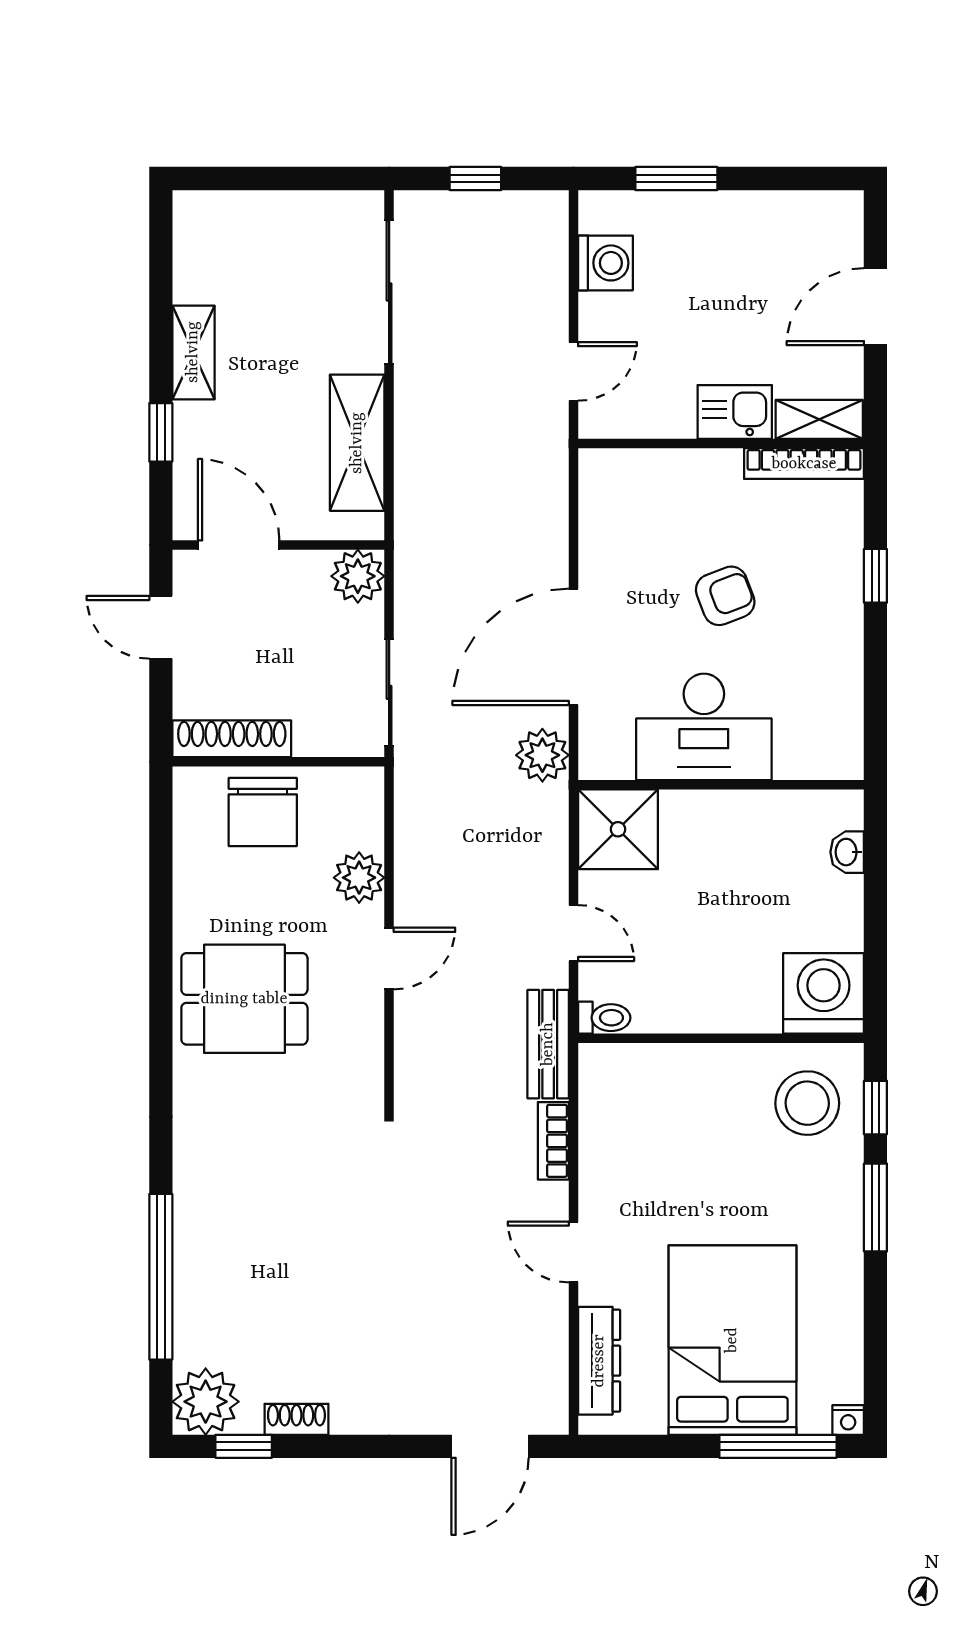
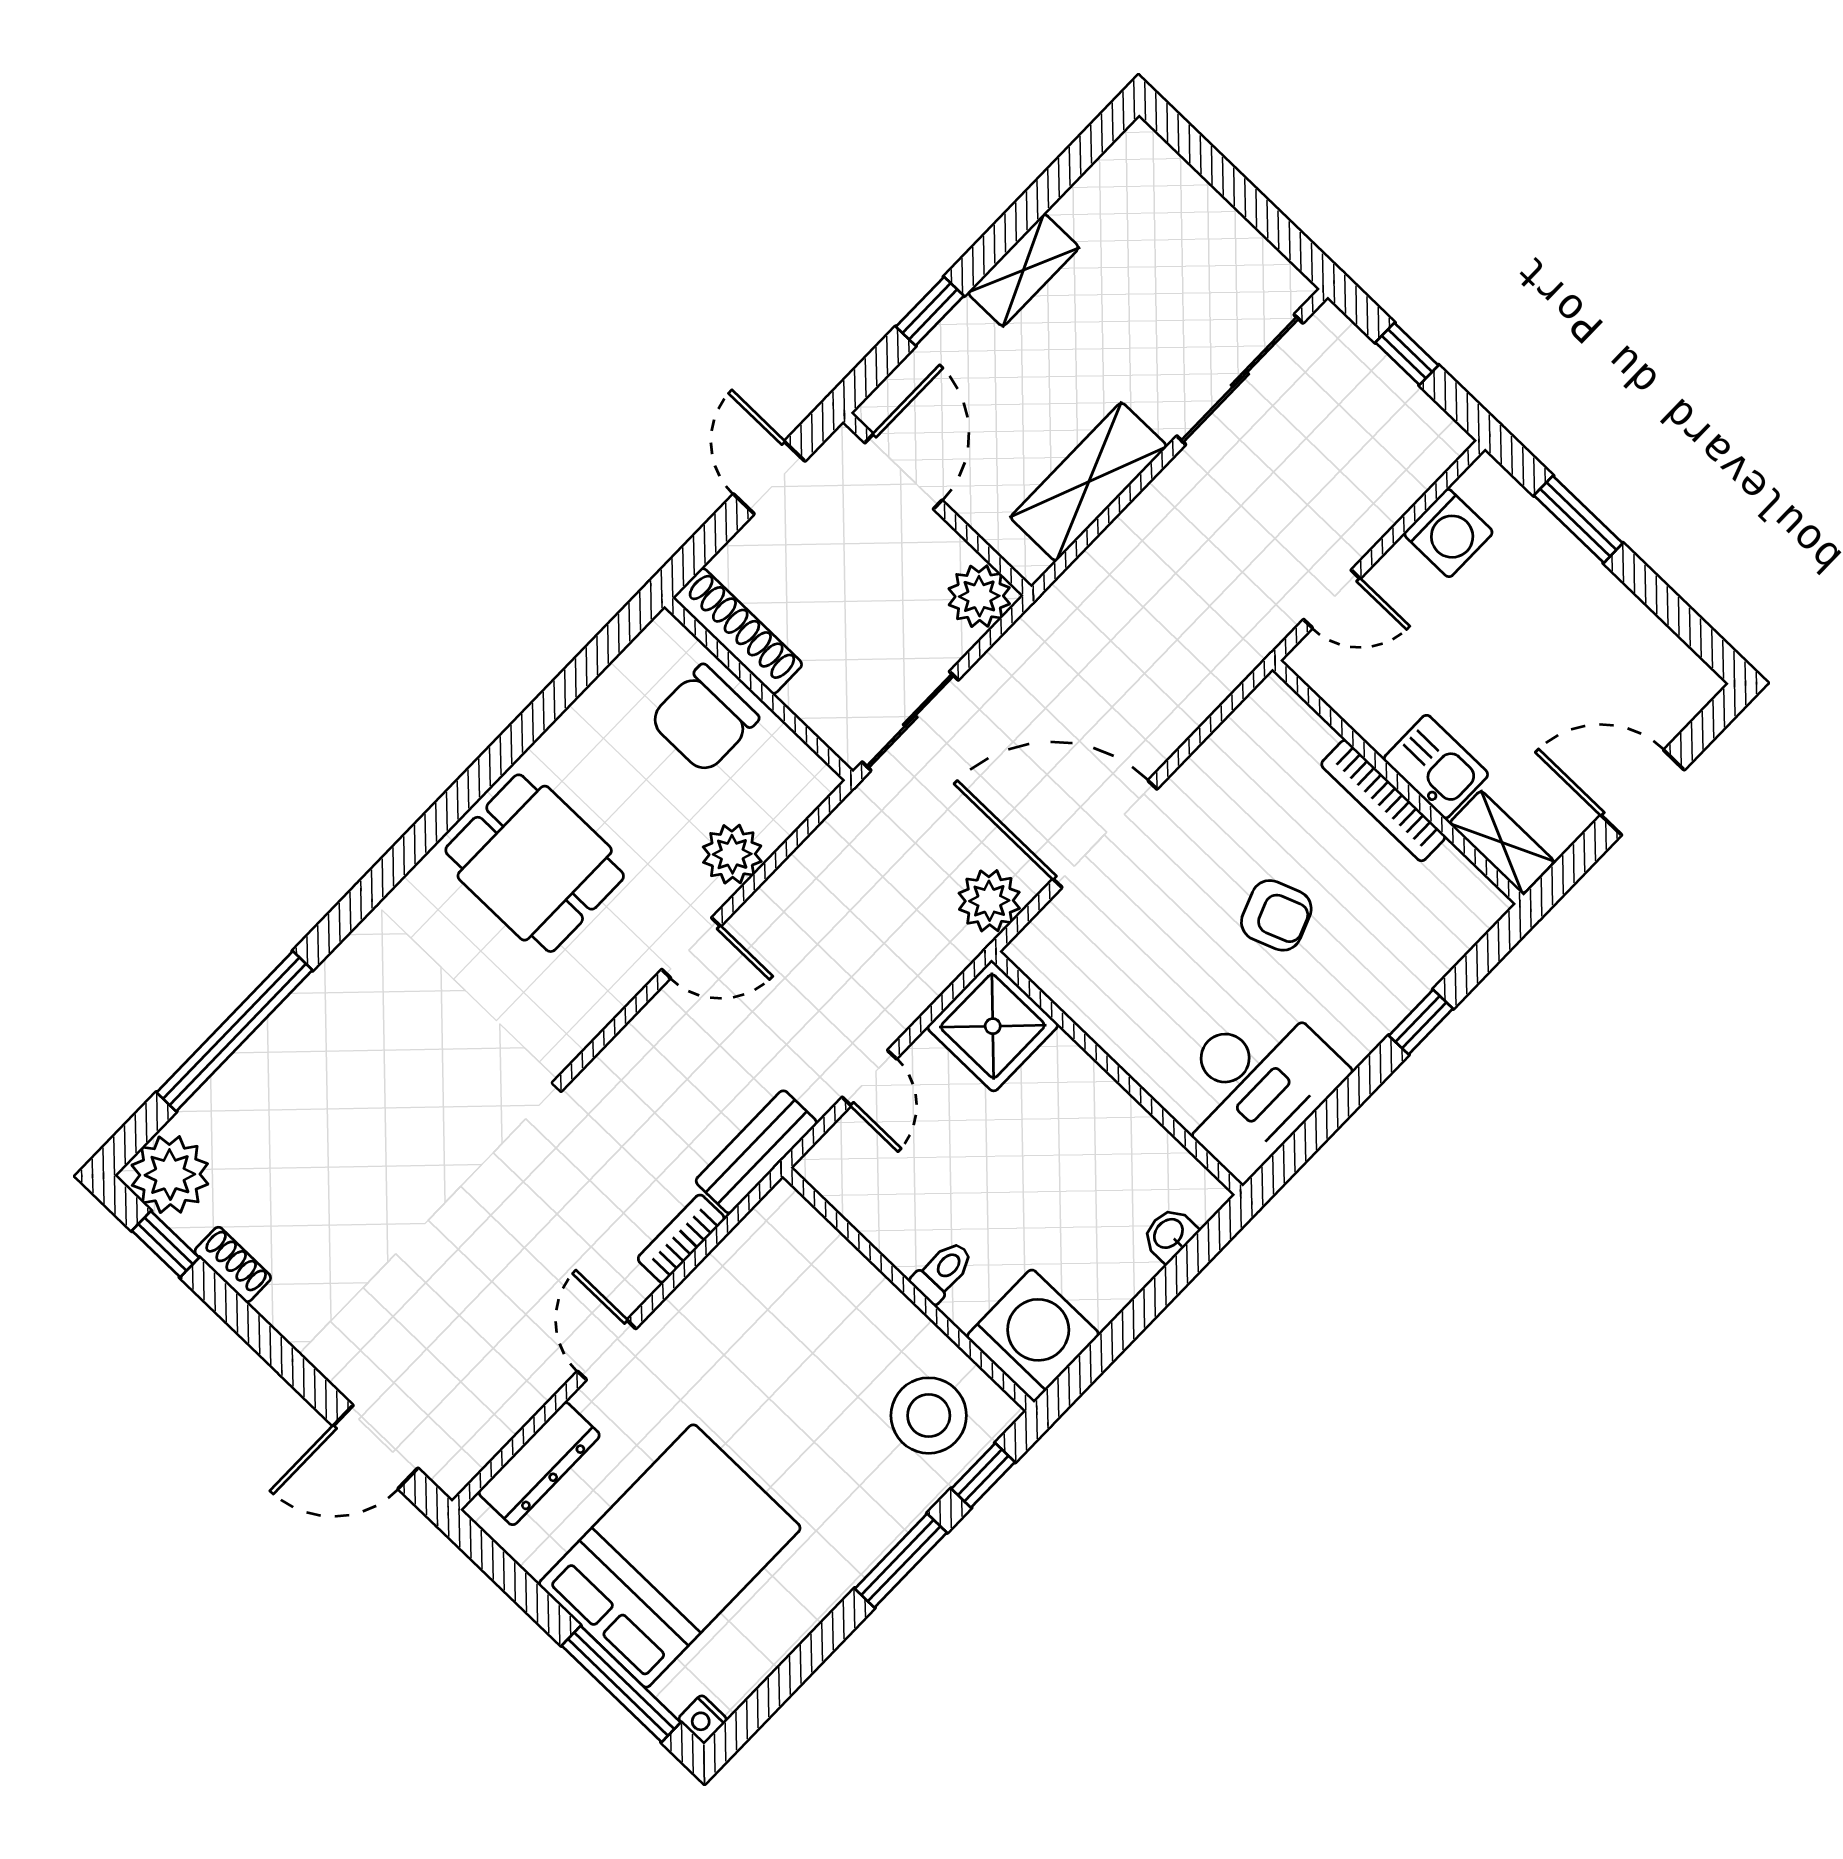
bookcase: (804, 464) -> (1383, 801), moved
desk: (704, 727) -> (1253, 1085), moved, turned -90
toilet: (604, 1018) -> (943, 1272), moved, turned -90

